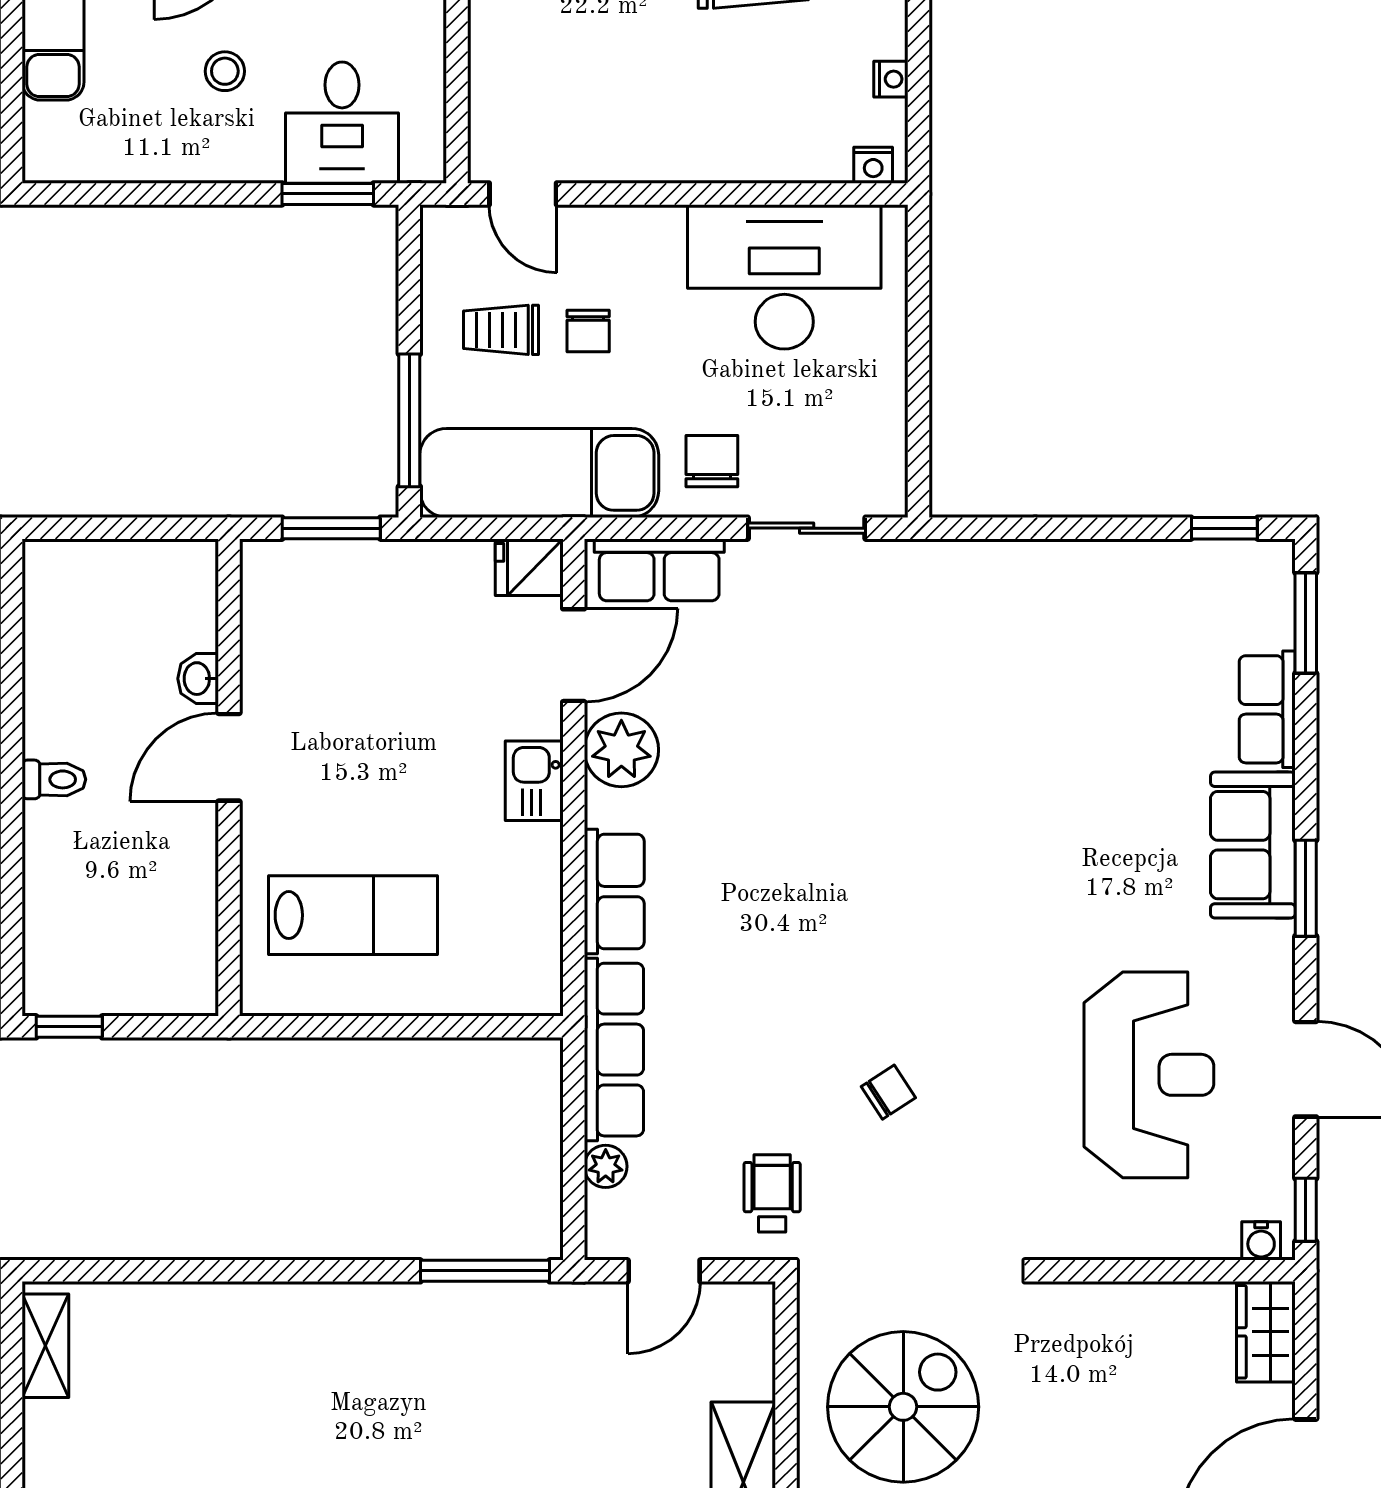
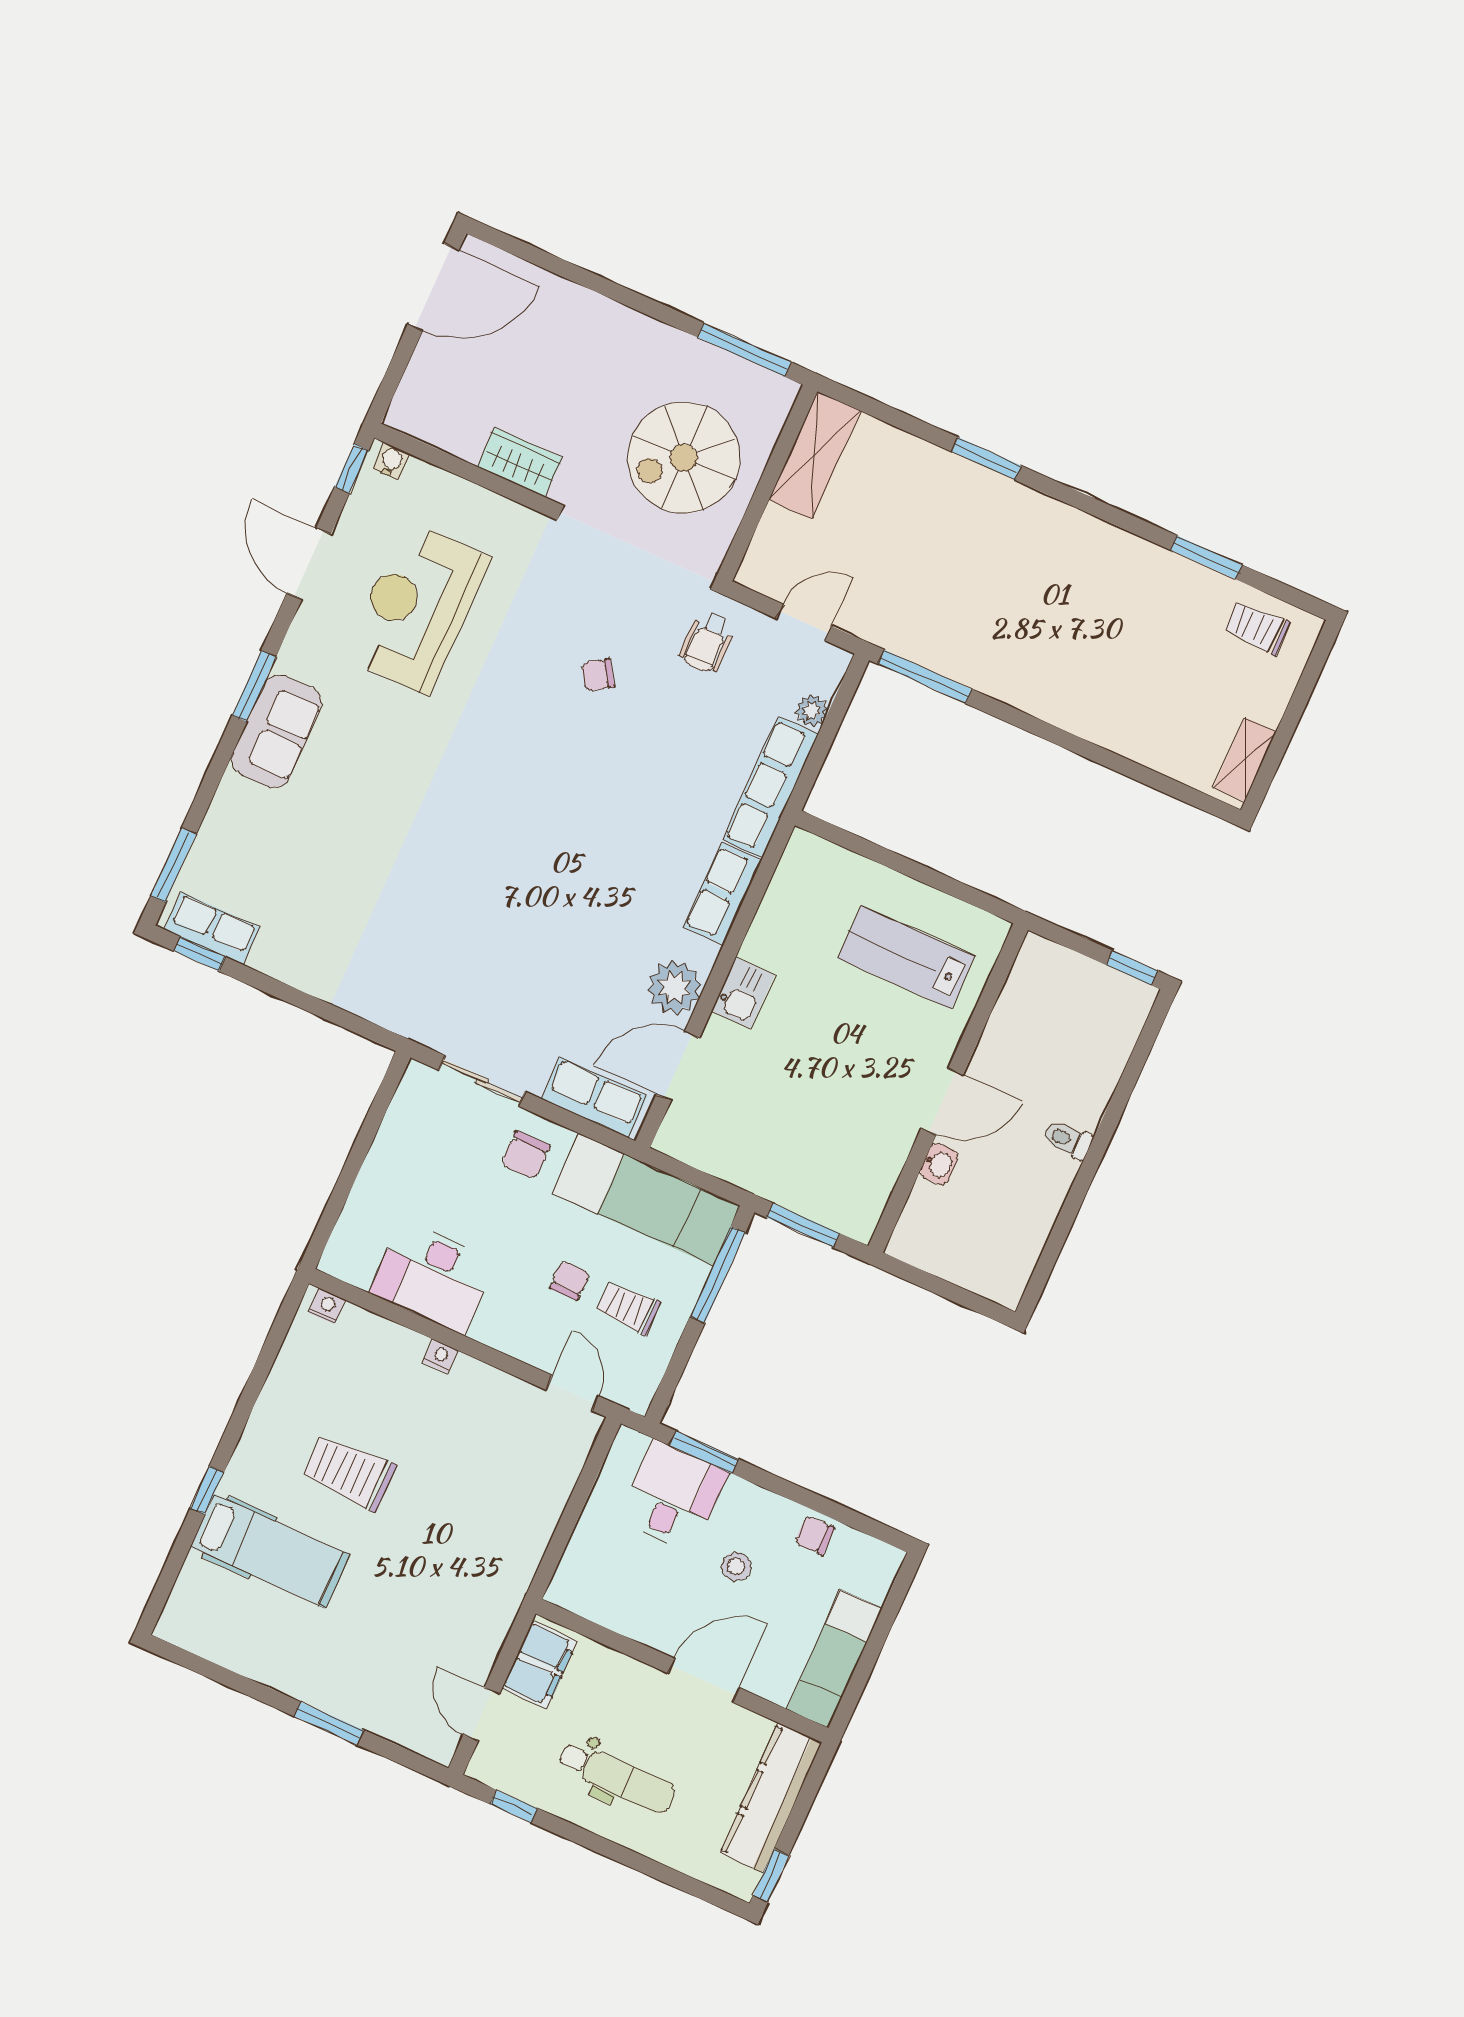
nightstand: (891, 79) -> (440, 1356), moved, turned 90
chair: (146, 153) -> (815, 1535), added
desk: (784, 277) -> (433, 1277), width x0.73, depth x0.77
trolley: (501, 330) -> (628, 1308), turned 180
fridge: (529, 567) -> (681, 1139), removed
row of seats: (1267, 709) -> (212, 928), moved, turned -90
wardrobe: (1266, 1332) -> (520, 462), moved, turned -90

